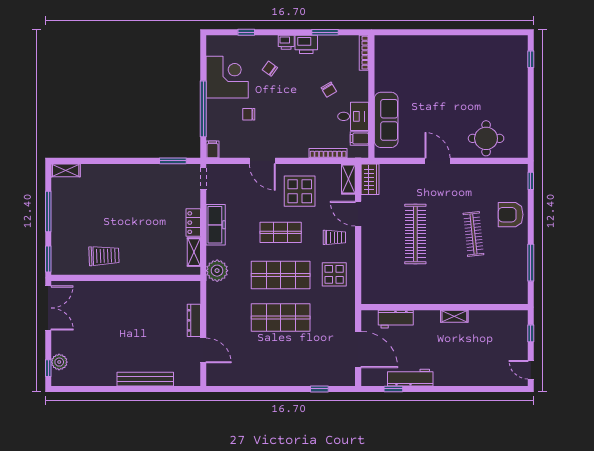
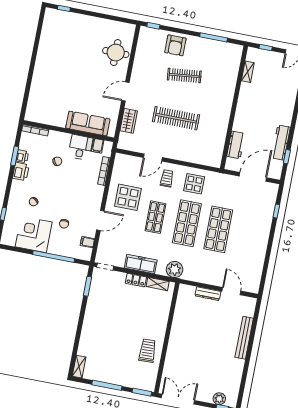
printer: (286, 42) -> (22, 156), moved
filing cabinet: (212, 149) -> (87, 242), moved
shelving: (348, 179) -> (126, 160), removed
wardrobe: (370, 179) -> (129, 121), moved, turned 90
shelving: (454, 316) -> (248, 72), moved
door: (203, 350) -> (231, 291), hinge flipped

